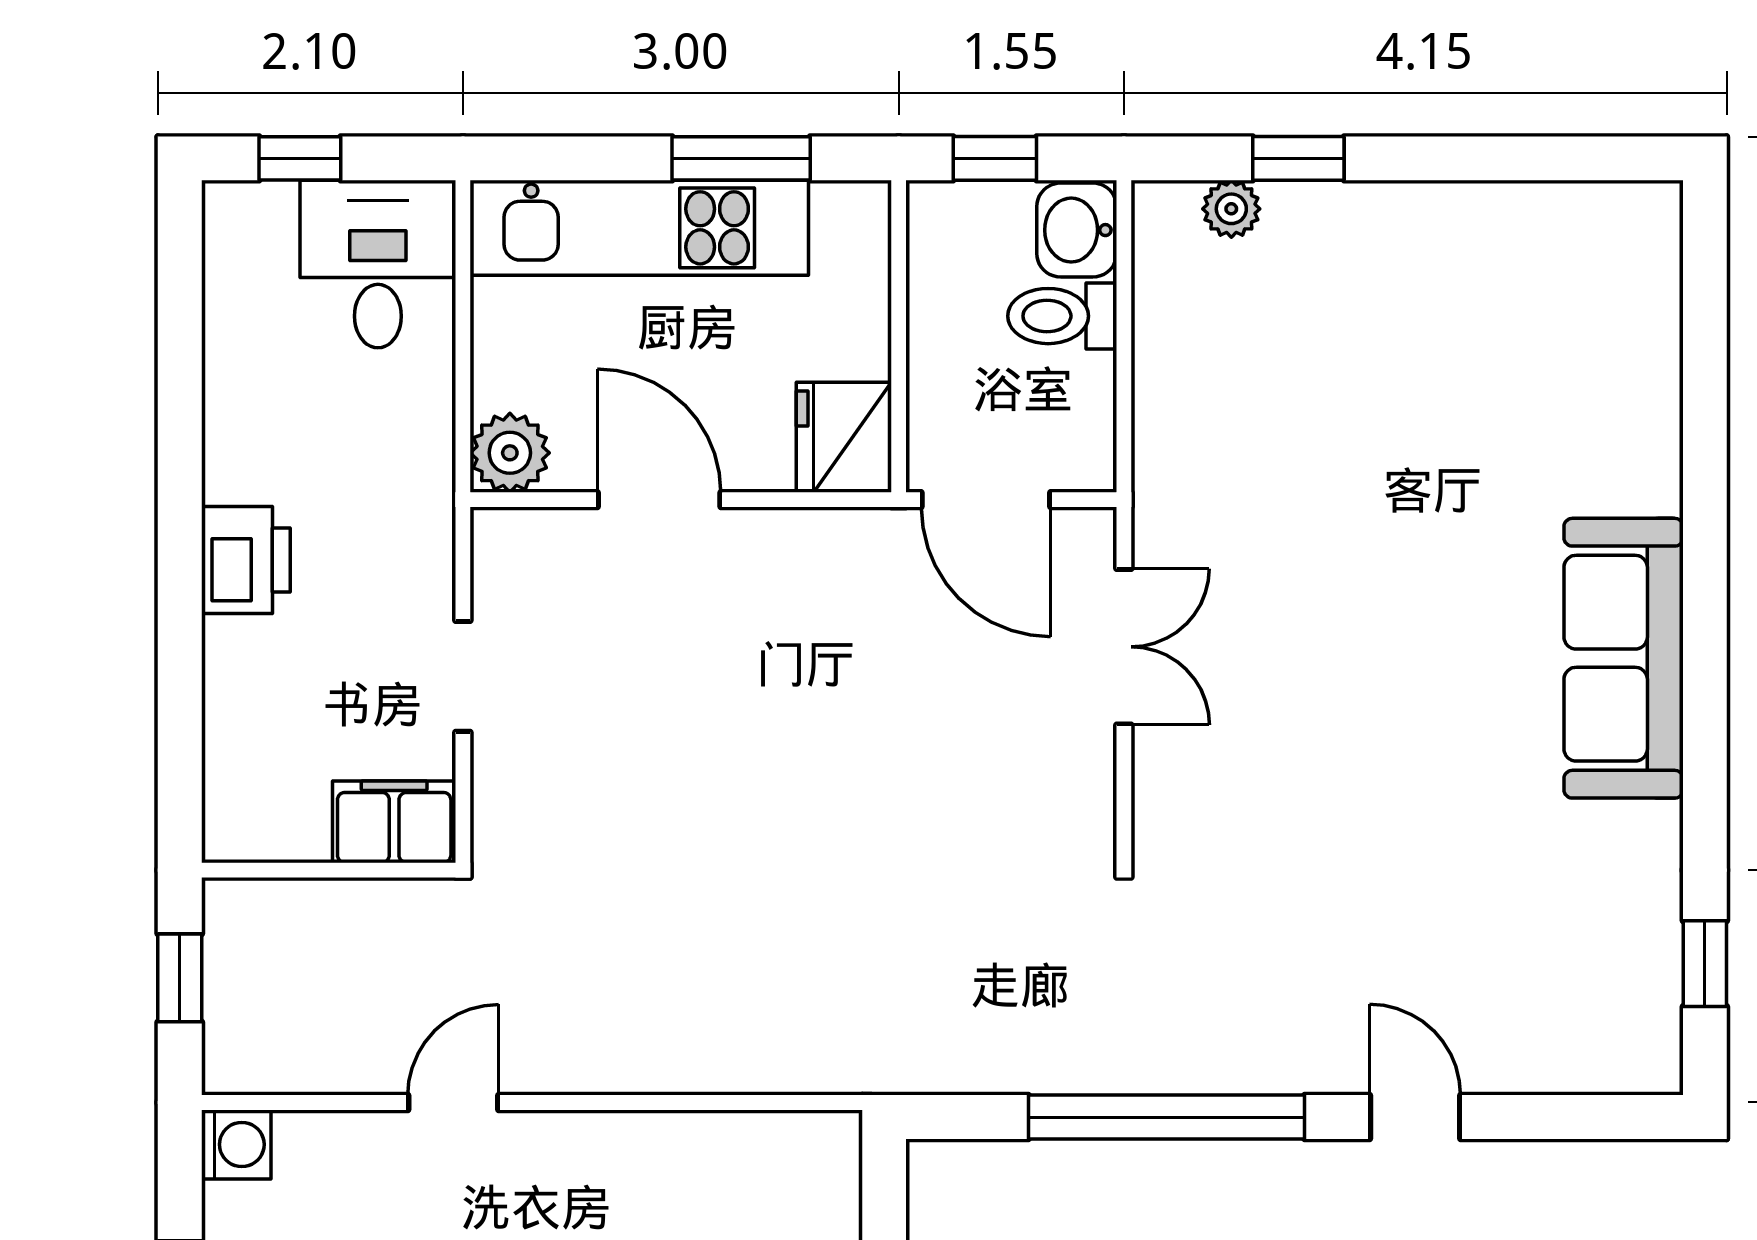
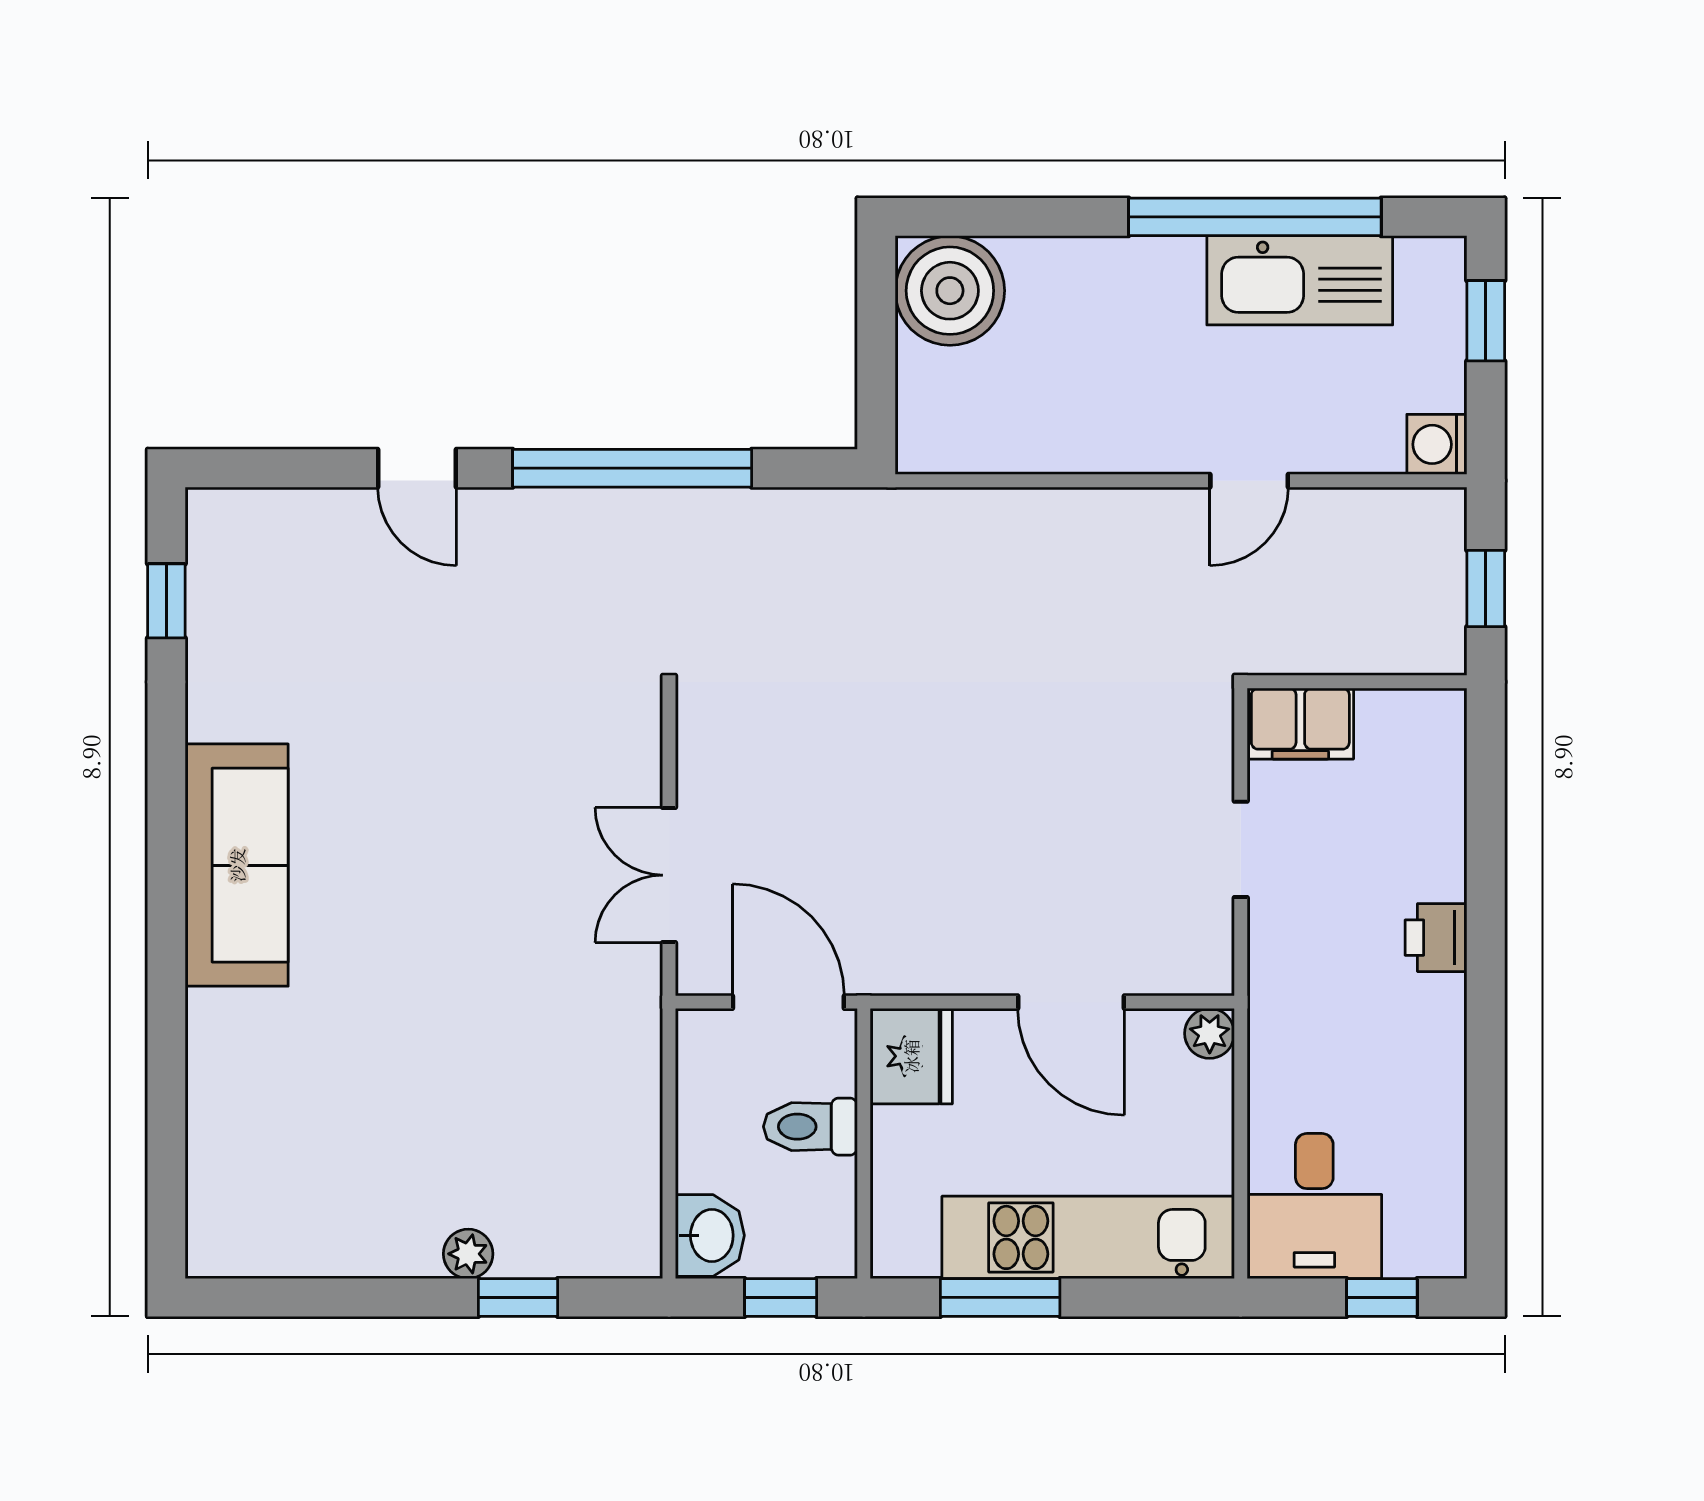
plant: (1231, 209) -> (468, 1254), moved
toilet: (1062, 316) -> (810, 1127), moved, turned 180
plant: (510, 453) -> (1210, 1033), width x0.73, depth x0.73
printer: (246, 560) -> (1436, 938), width x0.73, depth x0.81

